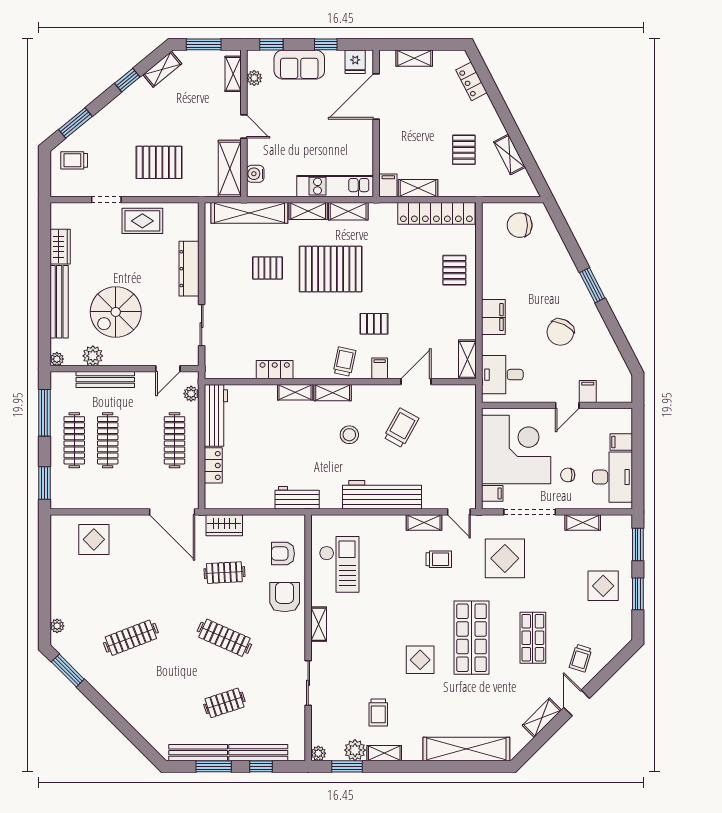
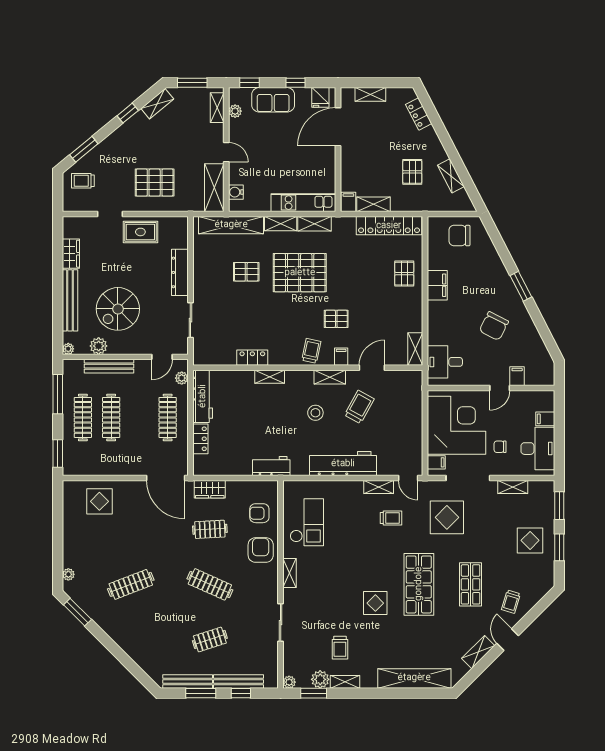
filing cabinet: (493, 317) -> (437, 285), moved
shelving: (333, 393) -> (330, 377), moved

